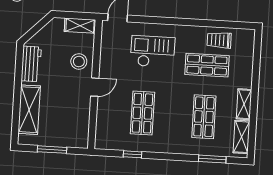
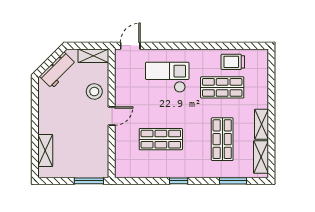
workbench: (31, 64) -> (58, 70), moved, turned 45
shelving: (29, 110) -> (45, 151), width x0.67, depth x0.75
shop shelf: (142, 113) -> (161, 139), turned 90
window: (52, 150) -> (89, 181), moved
window: (132, 154) -> (179, 181), moved

